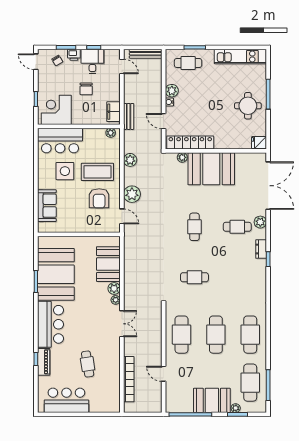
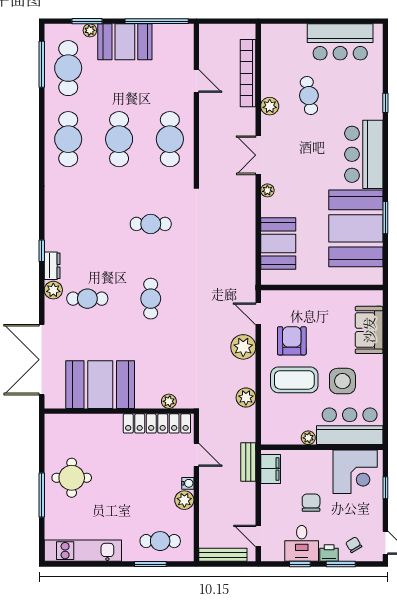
plant: (111, 133) -> (308, 438), moved
fridge: (259, 143) -> (55, 423), removed
booth: (211, 169) -> (100, 385), moved
plant: (260, 222) -> (53, 290), moved
plant: (114, 288) -> (270, 106), moved
piano: (44, 362) -> (374, 99), removed

